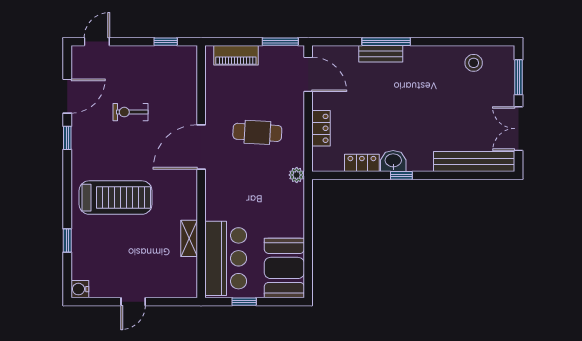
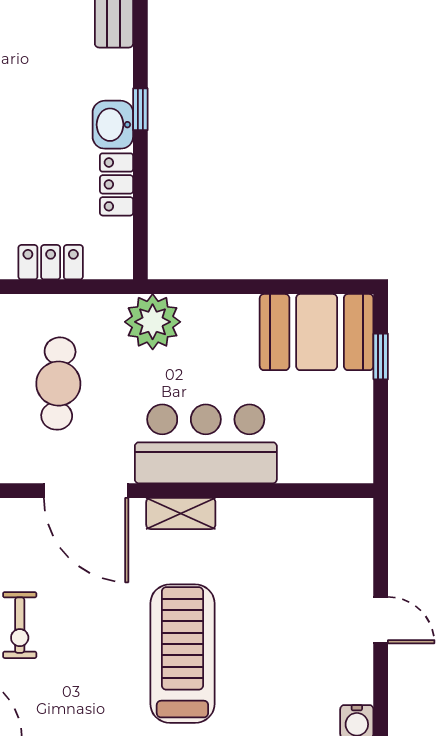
plant: (297, 175) -> (153, 322), width x1.88, depth x1.88
shelving: (189, 238) -> (181, 513), moved
bar counter: (226, 258) -> (206, 444), moved
window: (244, 302) -> (381, 356), moved

